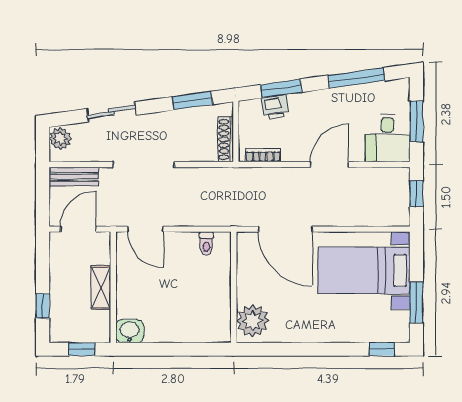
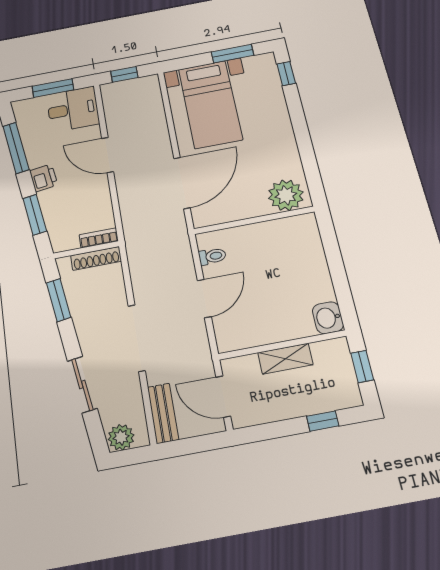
printer: (275, 107) -> (44, 178), moved
bookcase: (263, 155) -> (99, 238), moved, turned 90
door: (145, 229) -> (204, 298), moved

